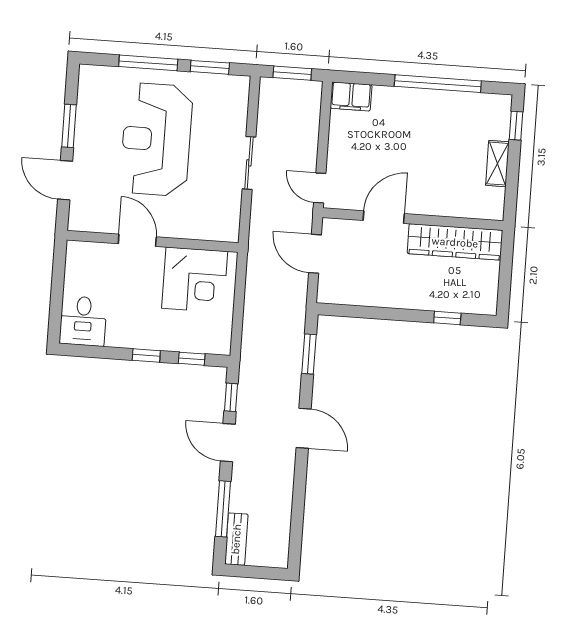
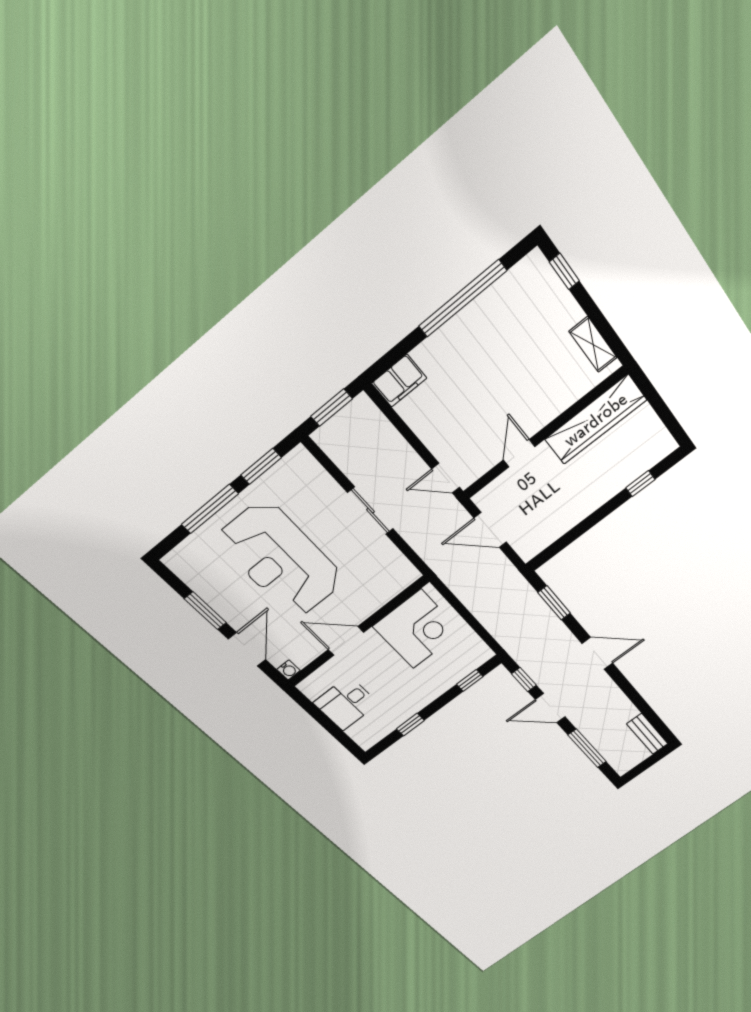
shelving: (497, 164) -> (593, 344), moved
door: (65, 180) -> (247, 649), swing flipped
door: (384, 217) -> (519, 453), width x0.73
water cooler: (76, 223) -> (288, 670), added
desk: (83, 321) -> (346, 703), moved, turned 90
window: (146, 355) -> (410, 725), moved
bench: (236, 539) -> (647, 734), moved

